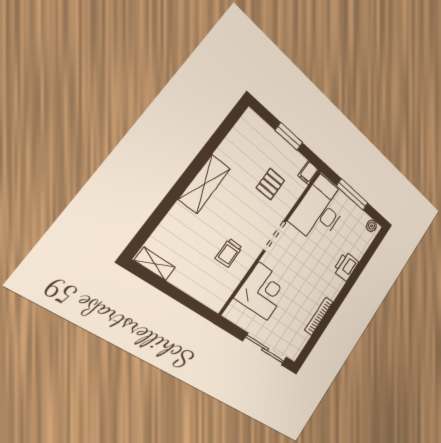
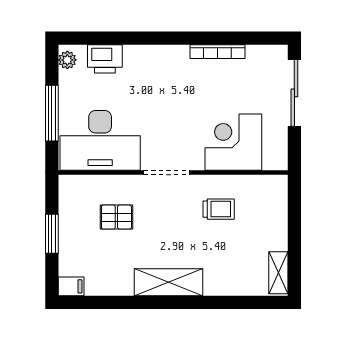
filing cabinet: (308, 173) -> (71, 286), moved
printer: (346, 266) -> (105, 59), moved

